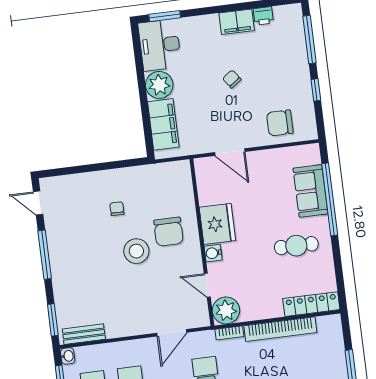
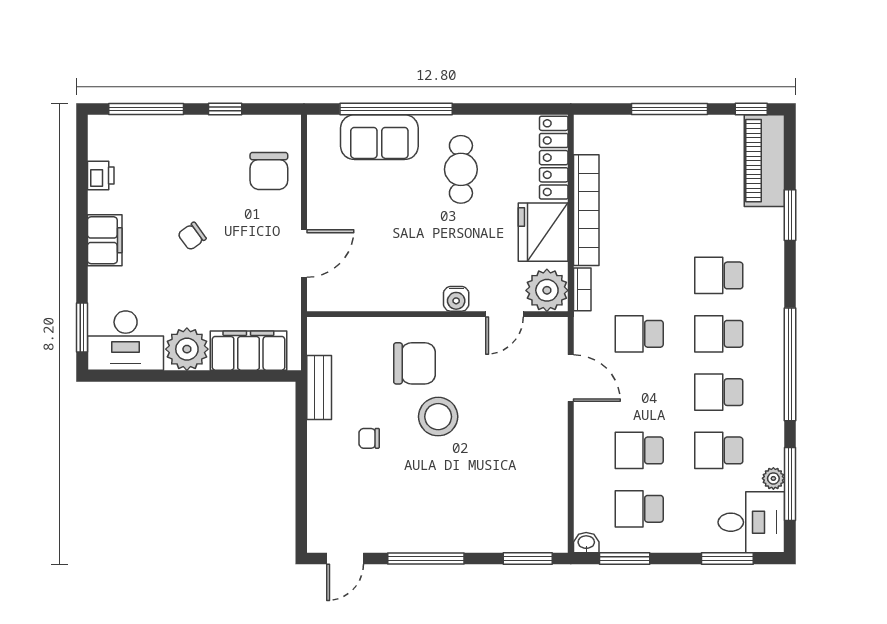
filing cabinet: (237, 22) -> (105, 240), moved
fridge: (217, 224) -> (543, 232), moved, turned -90
bench: (84, 334) -> (319, 388), moved

